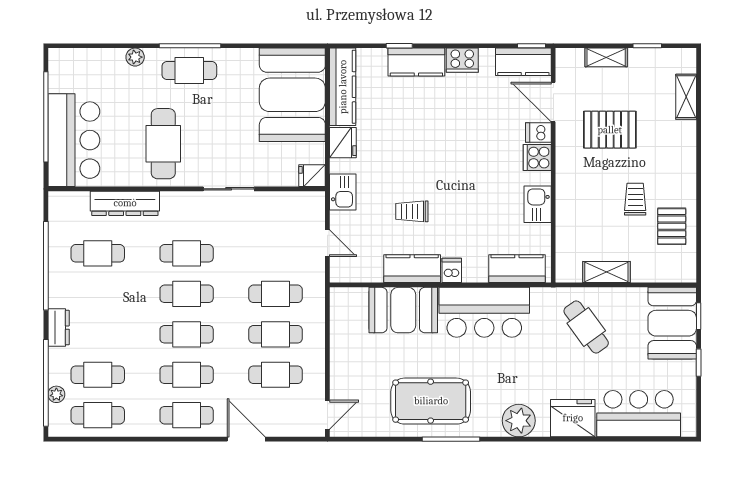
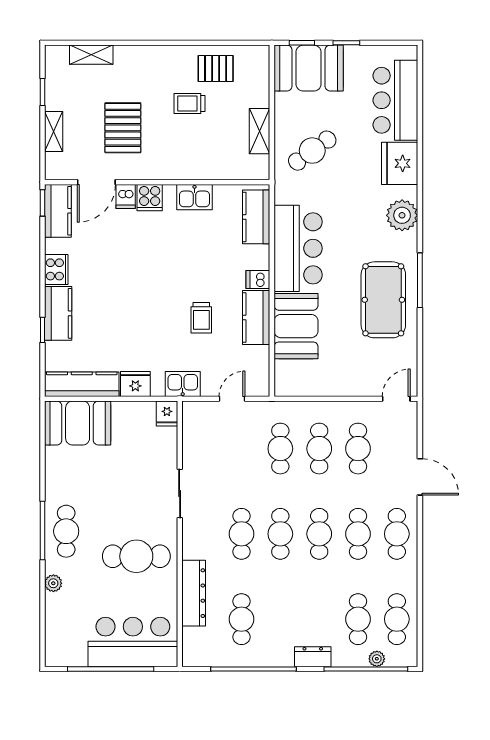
booth: (292, 95) -> (78, 423), width x0.73, depth x0.70
door: (327, 415) -> (396, 399), hinge flipped
door: (246, 439) -> (420, 477), swing flipped

